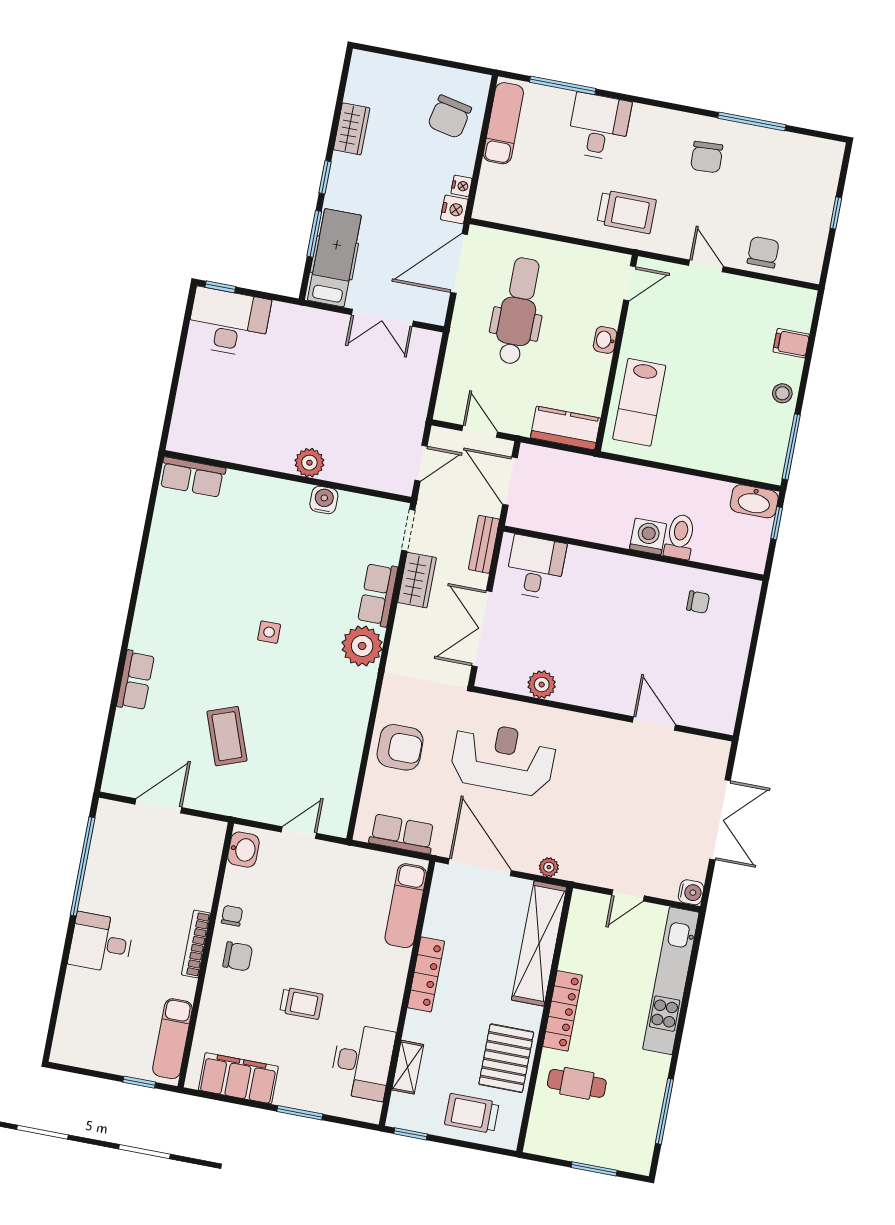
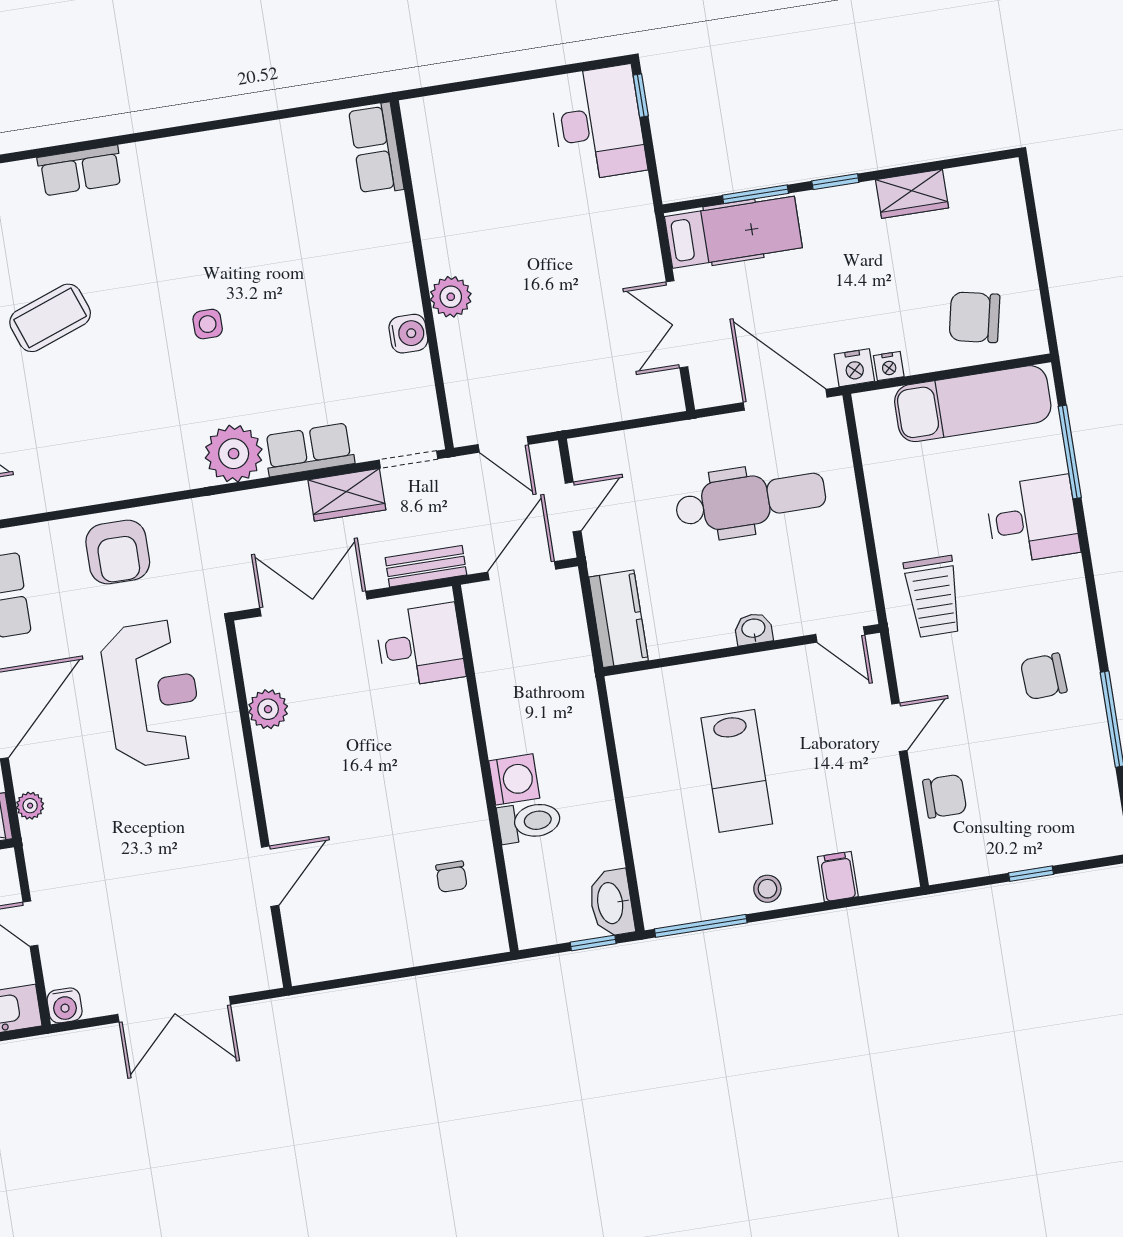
exam couch: (503, 123) -> (973, 404), width x1.36, depth x1.45
lab bench: (639, 402) -> (737, 771), moved, turned -90

